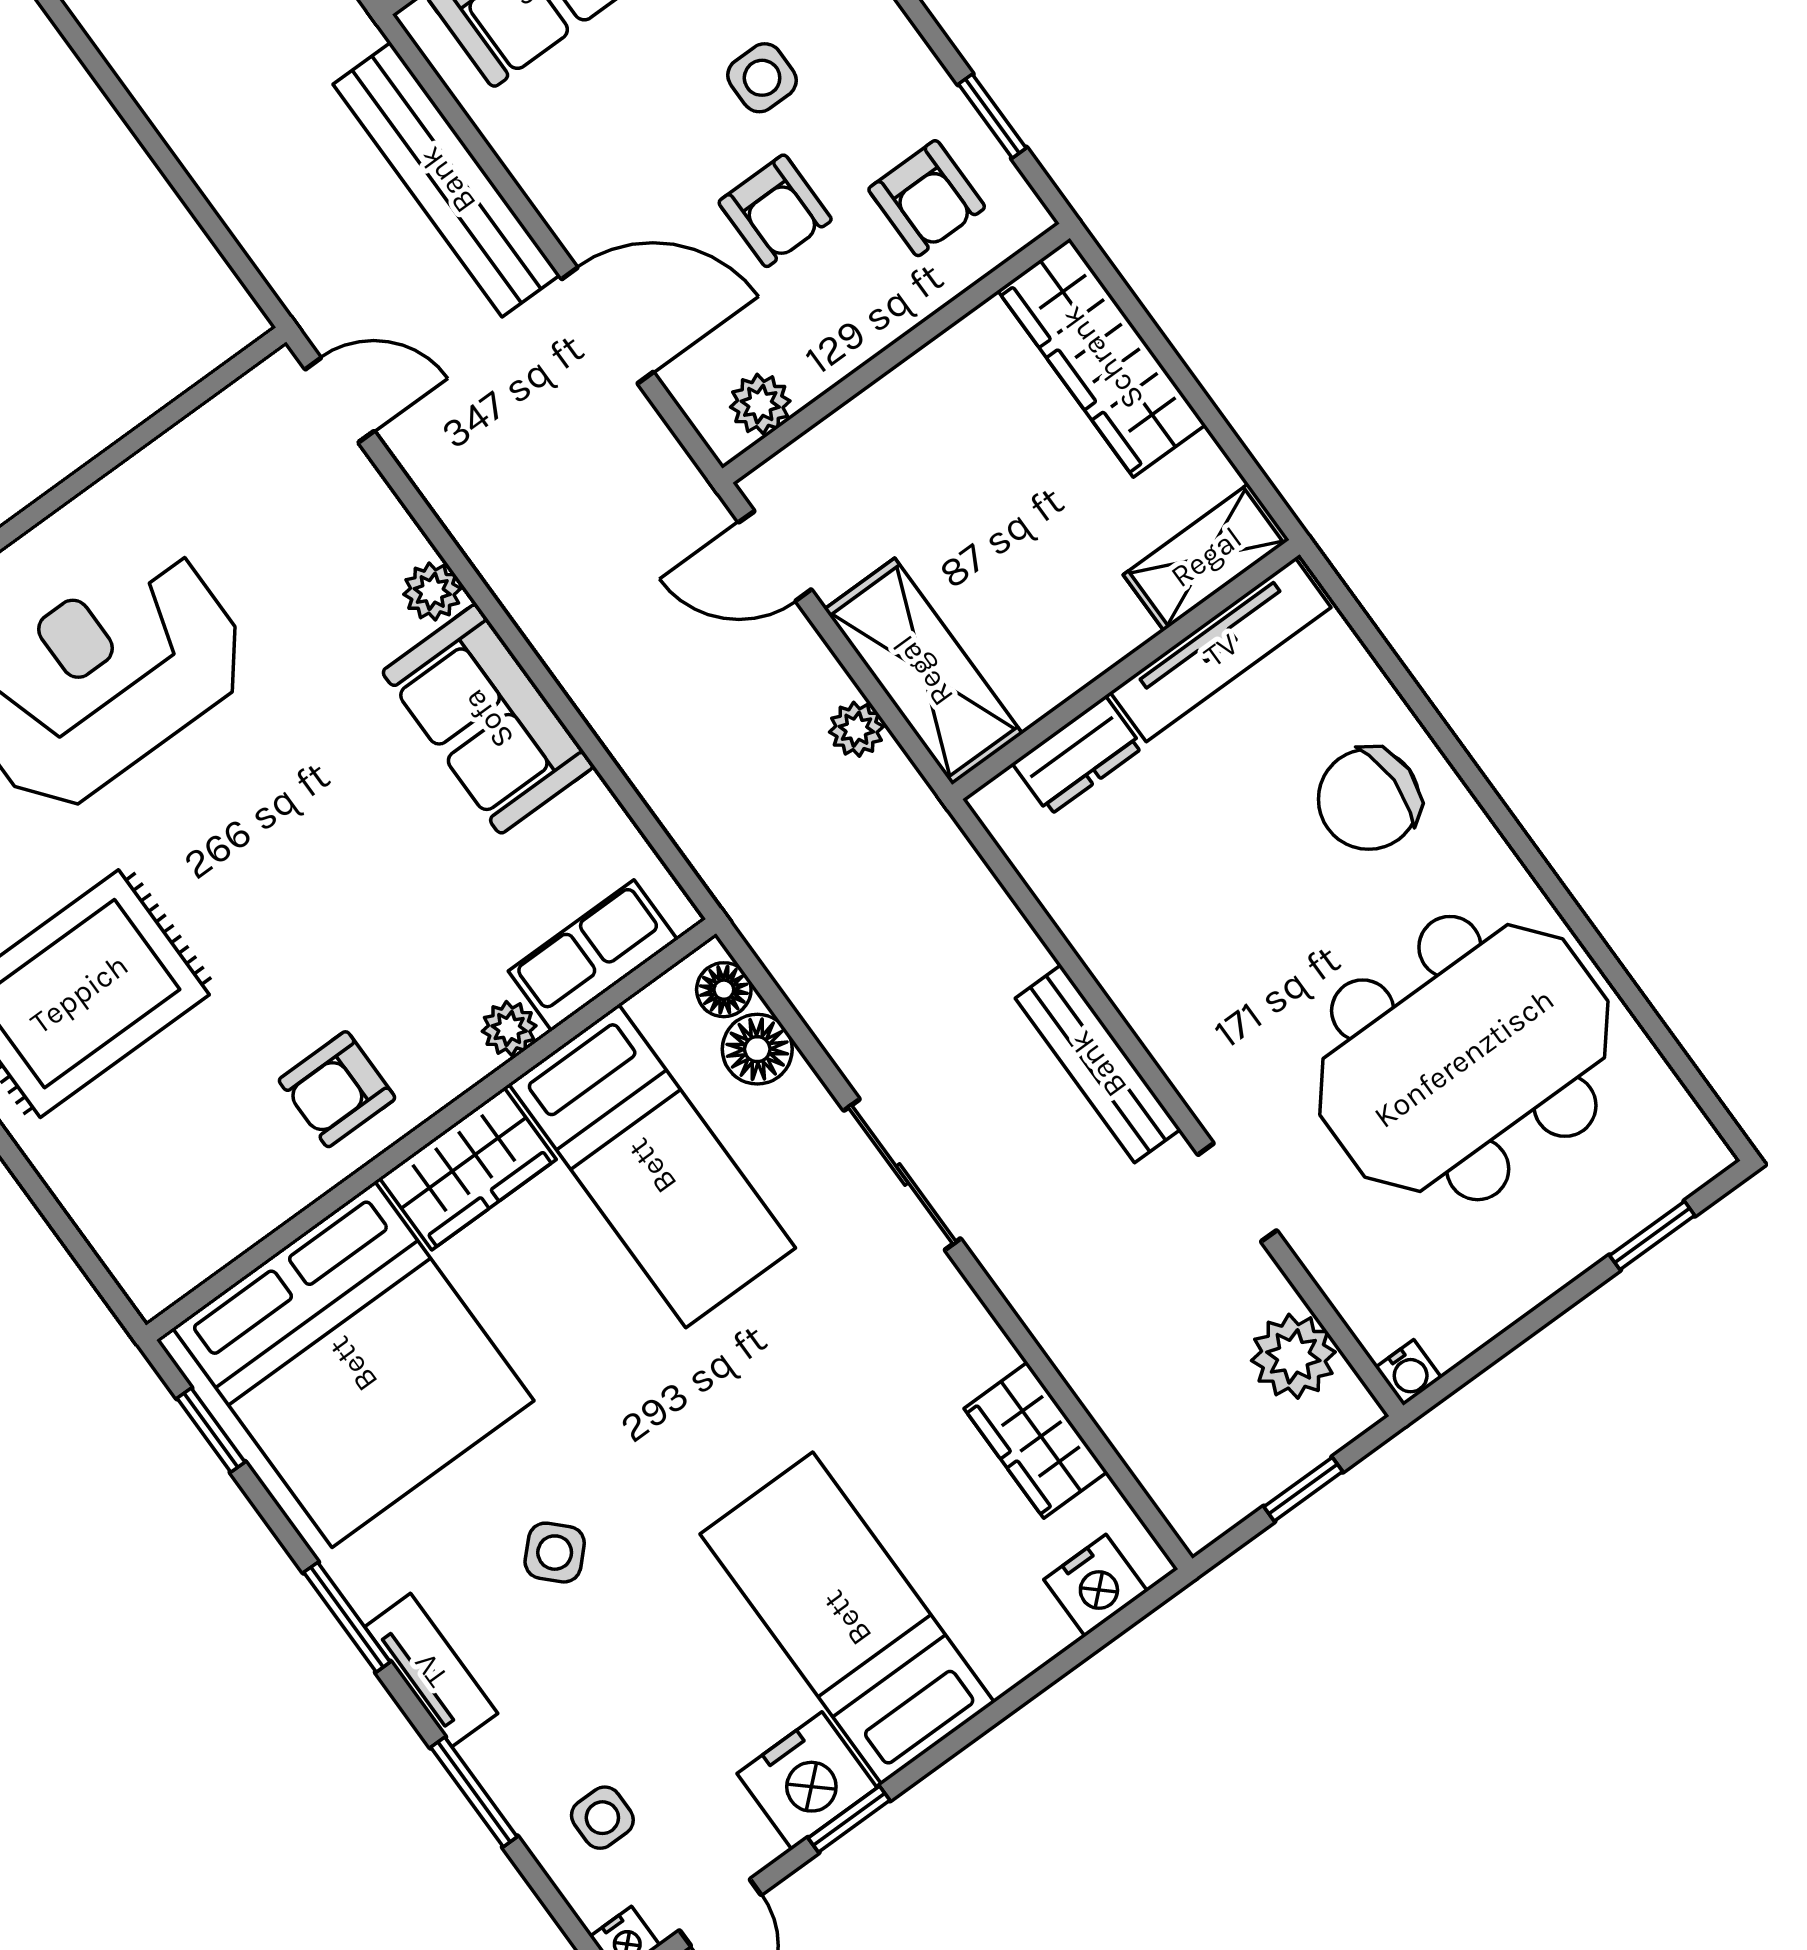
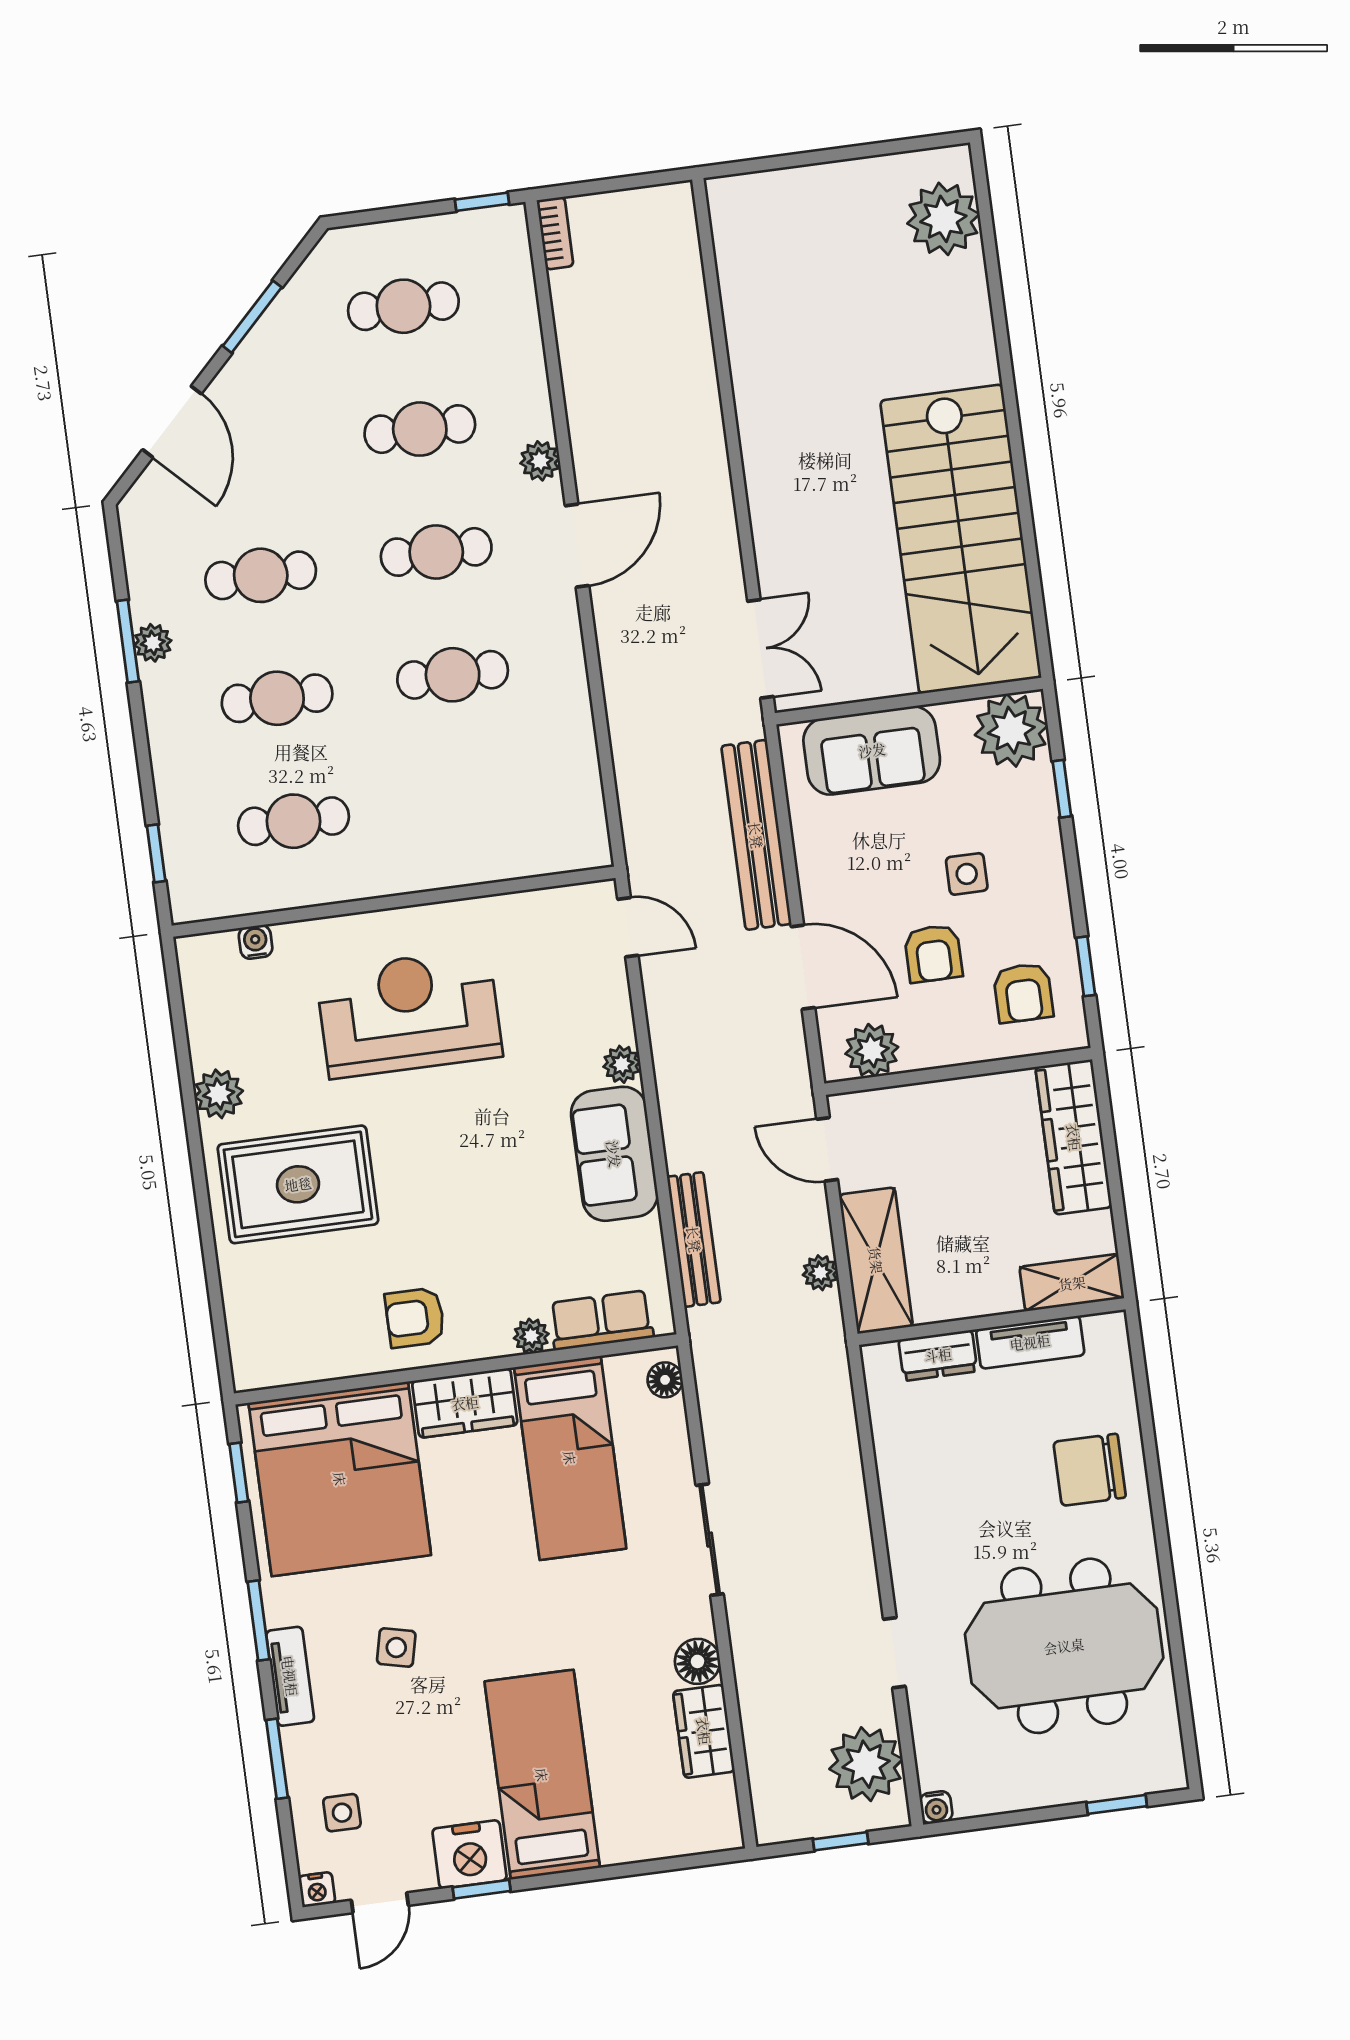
plant: (760, 404) -> (872, 1050), width x1.38, depth x1.38
tv unit: (1221, 650) -> (1030, 1342), width x0.71
floor lamp: (757, 1049) -> (697, 1661), moved
bench: (1098, 1064) -> (694, 1239), moved
plant: (1293, 1356) -> (866, 1764), width x1.36, depth x1.36
side table: (555, 1553) -> (396, 1647), turned -32
nightstand: (1096, 1585) -> (693, 1832), removed

